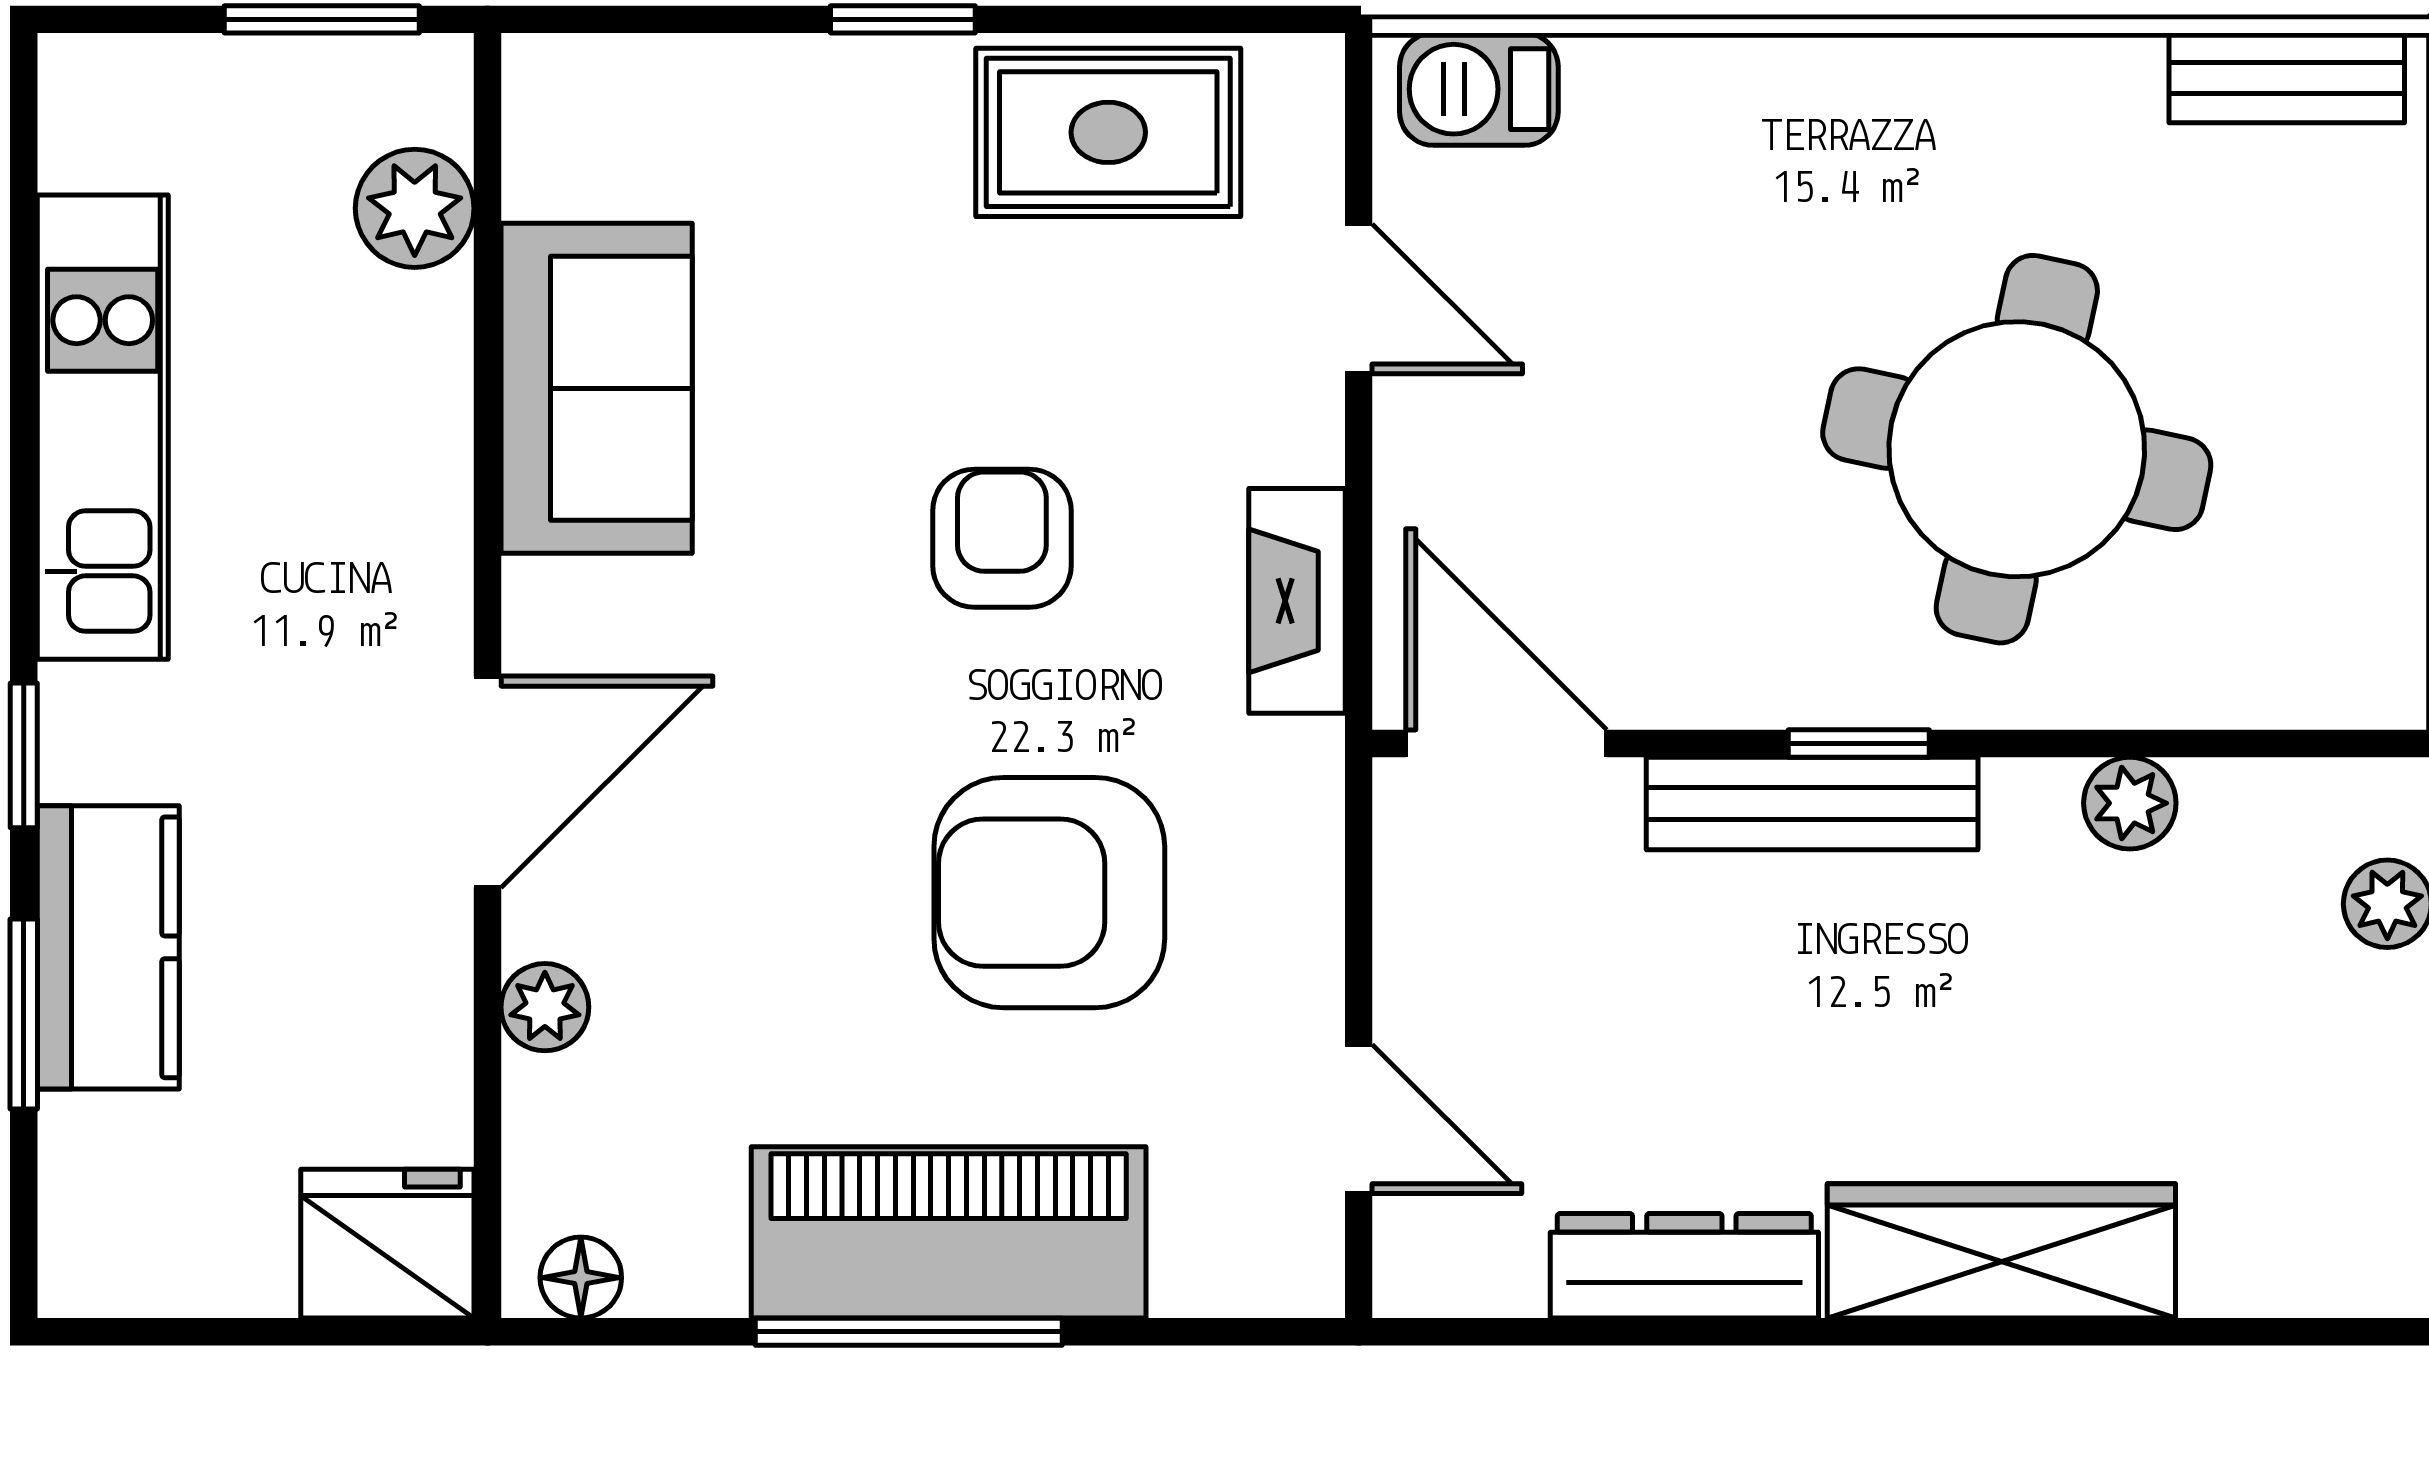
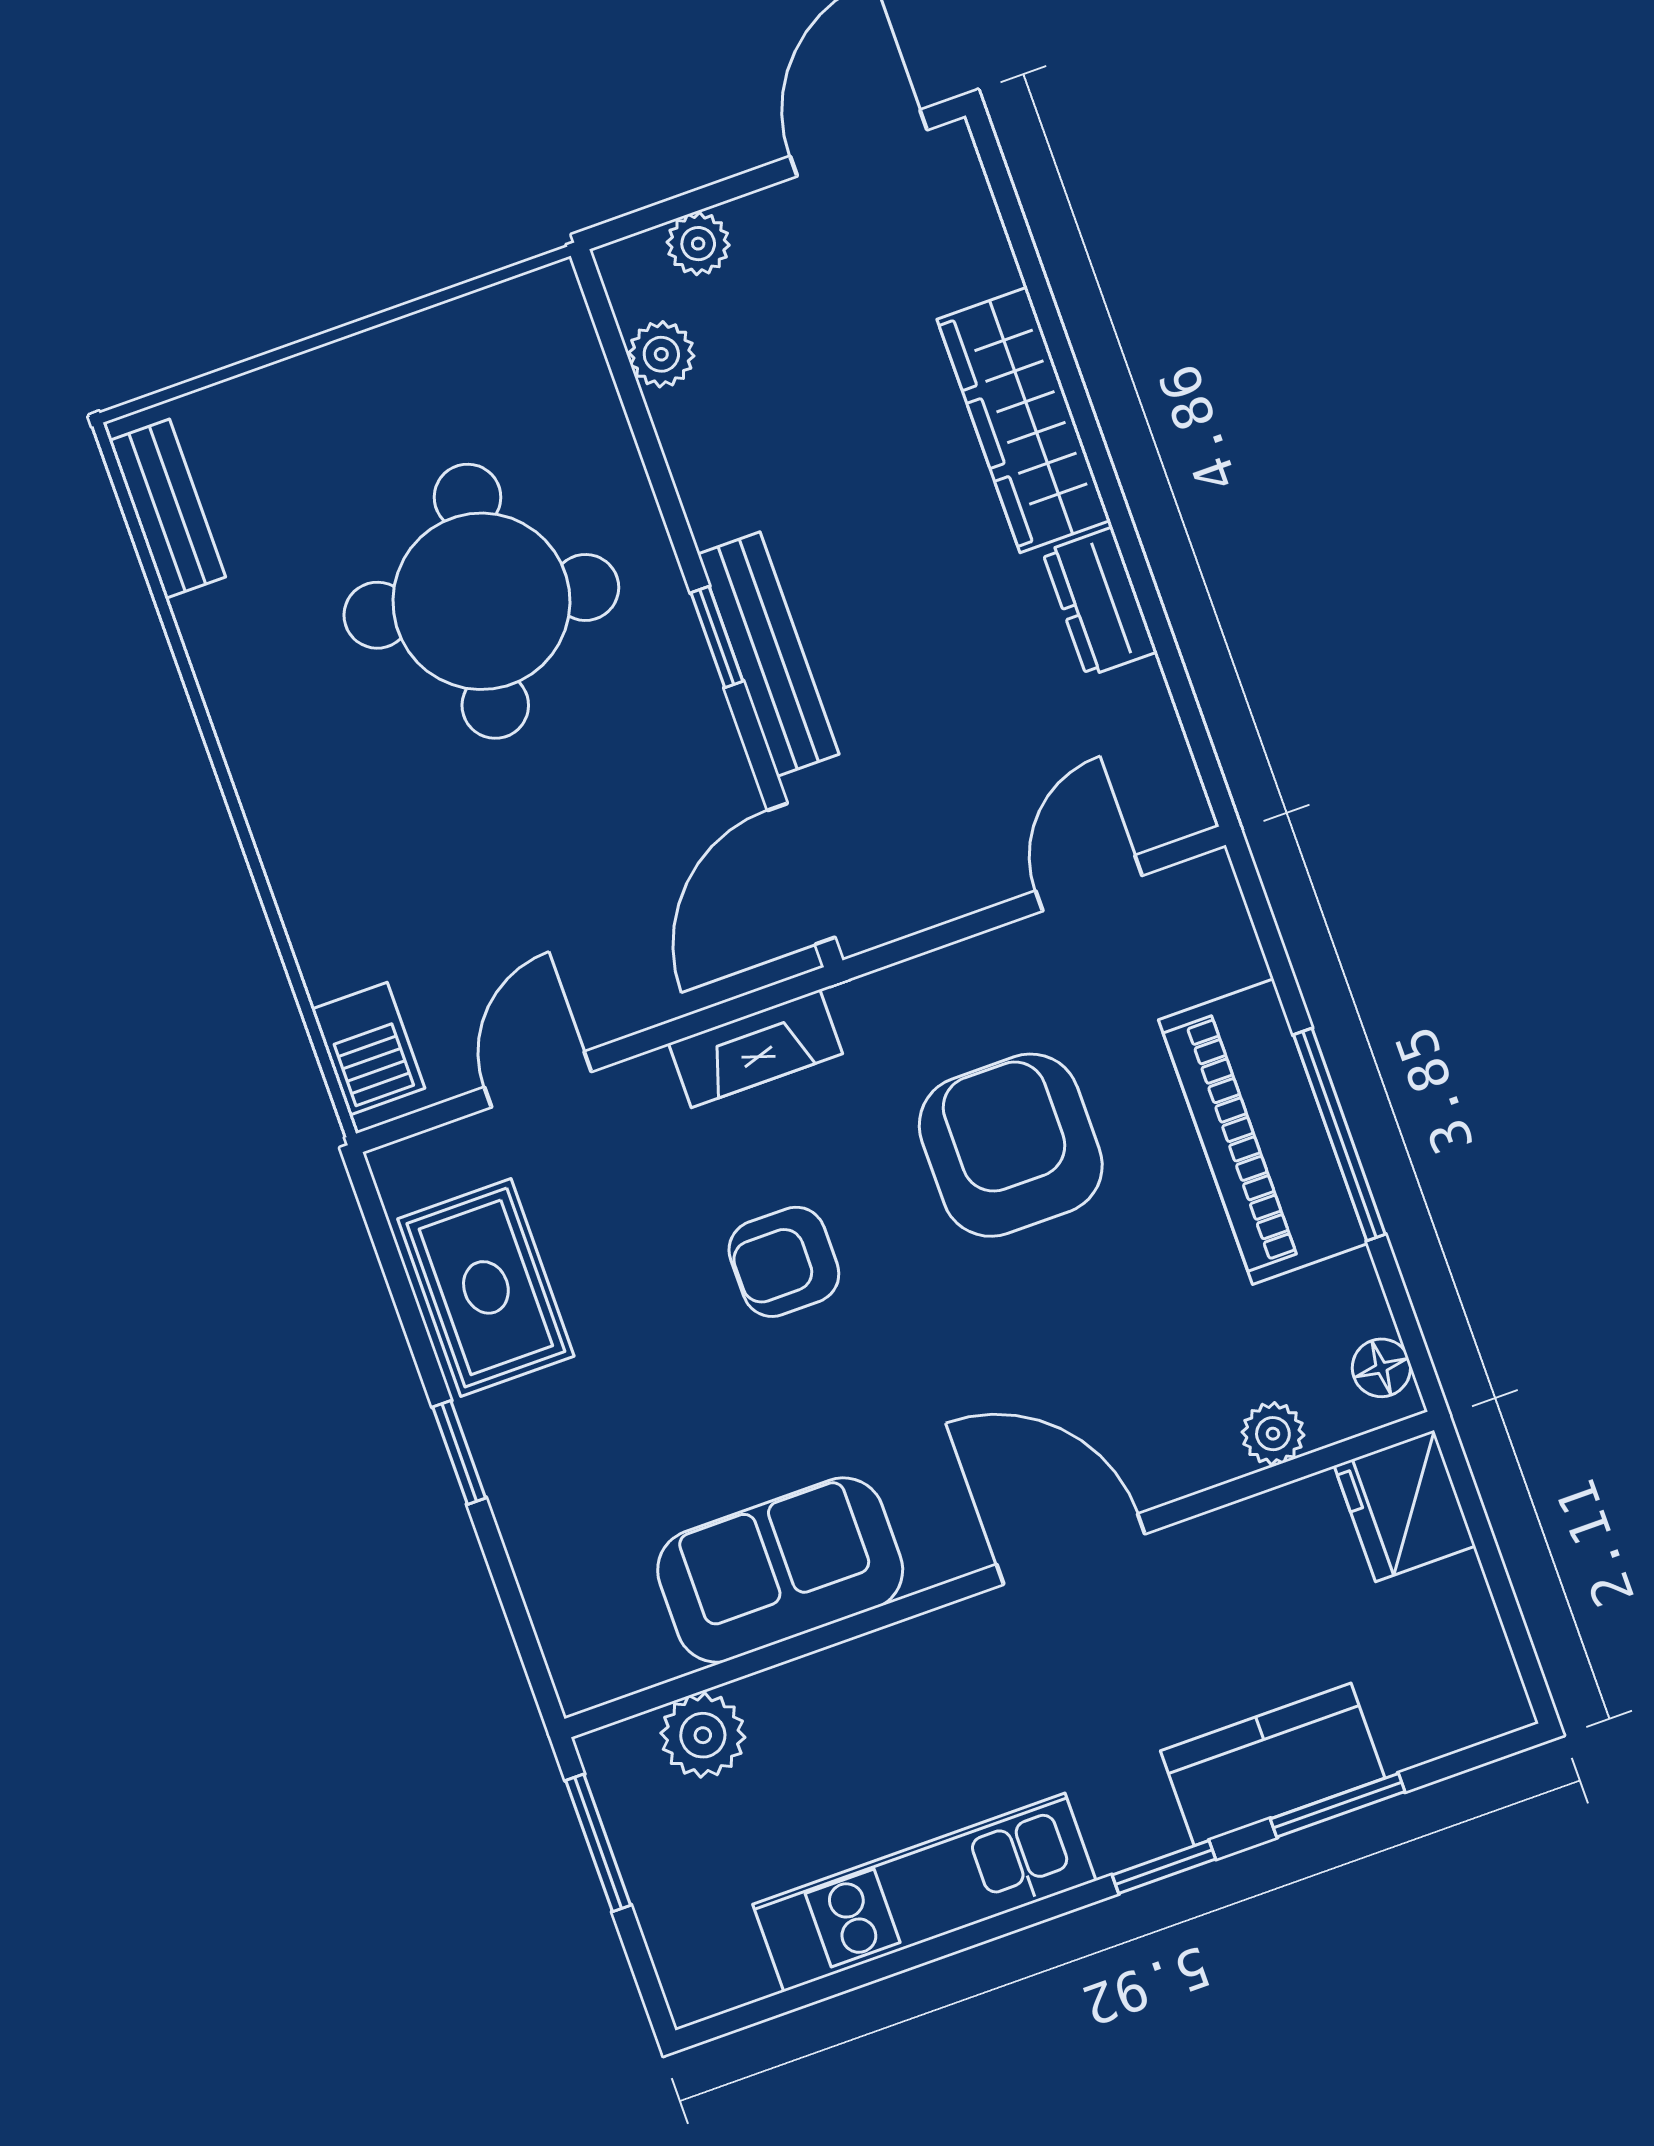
plant: (2130, 803) -> (661, 354), moved
armchair: (1049, 893) -> (1011, 1145), turned 180
plant: (545, 1007) -> (1273, 1434), moved
dresser: (1684, 1266) -> (1100, 602), width x0.70

